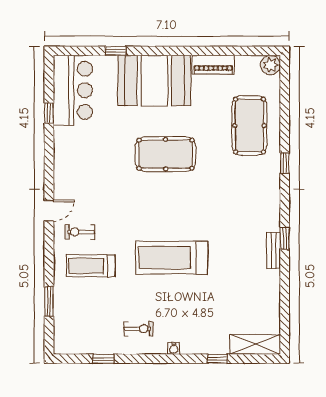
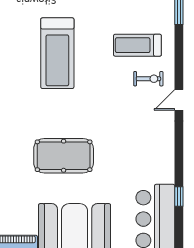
treadmill: (172, 258) -> (57, 53), turned 90
treadmill: (91, 266) -> (137, 45), turned 180

